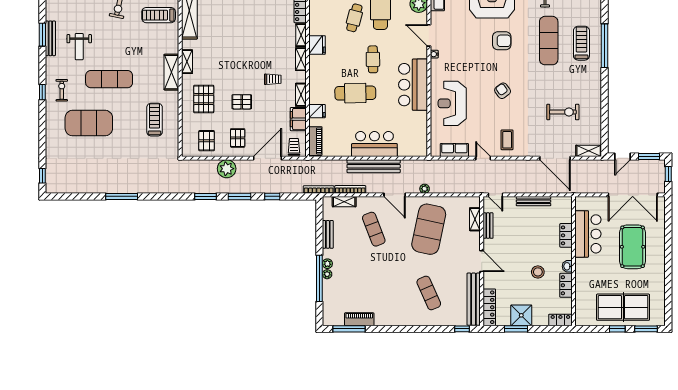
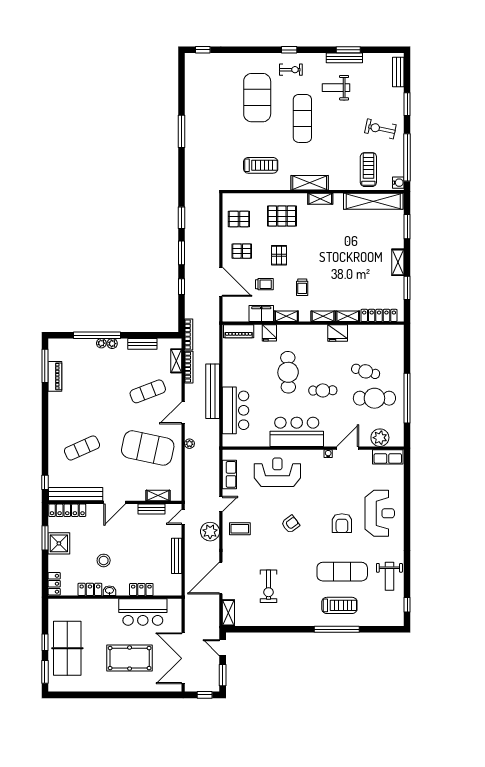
bar counter: (374, 144) -> (236, 410), moved
trolley: (294, 147) -> (264, 284), moved
plant: (227, 169) -> (210, 532), moved

